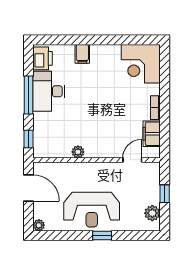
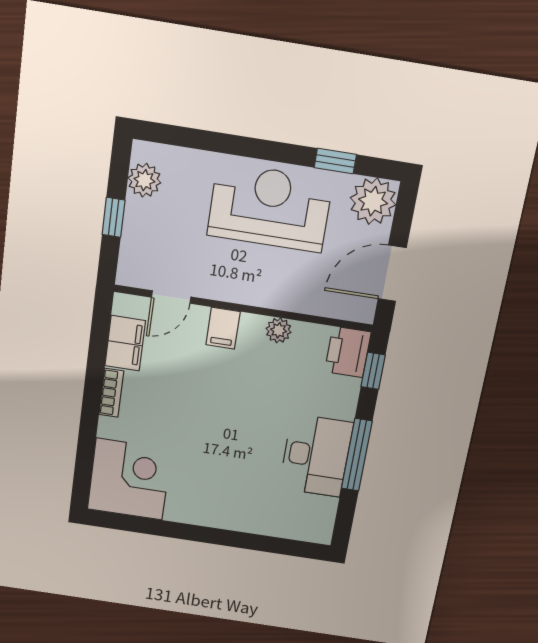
filing cabinet: (82, 54) -> (223, 328), moved, turned 180
printer: (43, 58) -> (348, 352), moved
door: (28, 188) -> (392, 273), hinge flipped
plant: (39, 225) -> (373, 201), width x1.87, depth x1.87
window: (102, 236) -> (335, 161), moved

